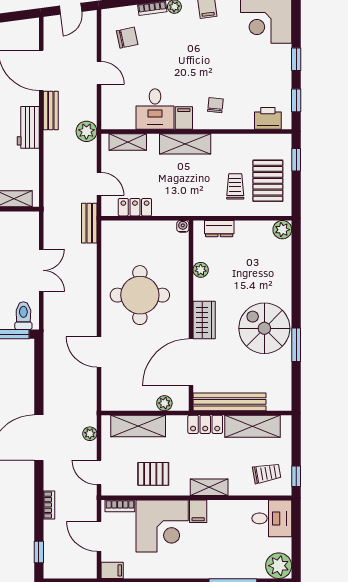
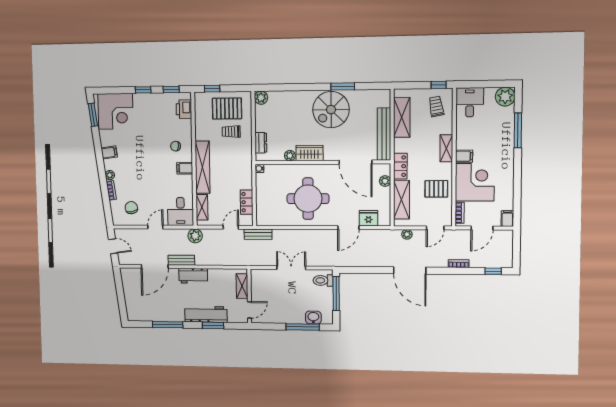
desk: (155, 109) -> (181, 212), moved, turned 90
shelving: (185, 144) -> (203, 167), width x1.47
wardrobe: (204, 320) -> (310, 153), moved
fridge: (112, 380) -> (368, 218), added
locker: (205, 424) -> (400, 166), moved
pallet: (153, 474) -> (436, 189), turned 90

